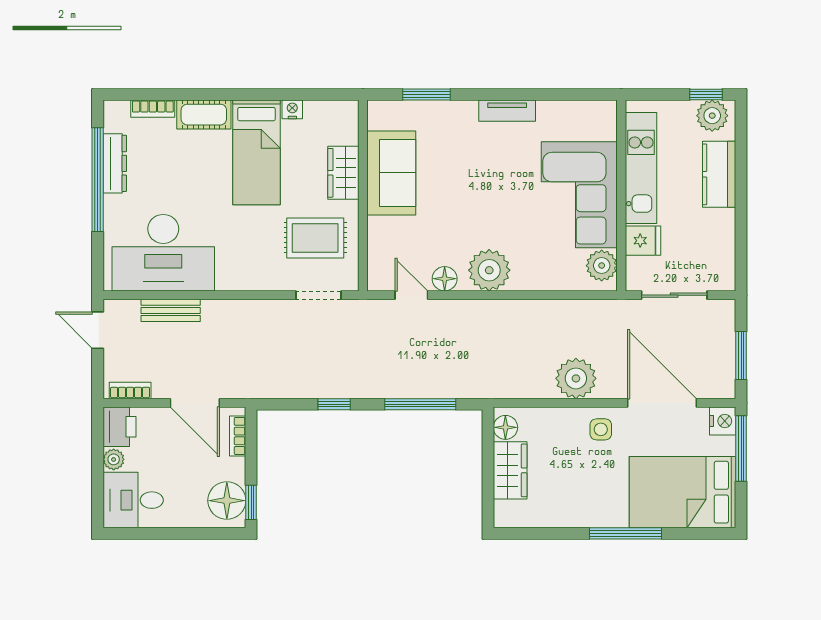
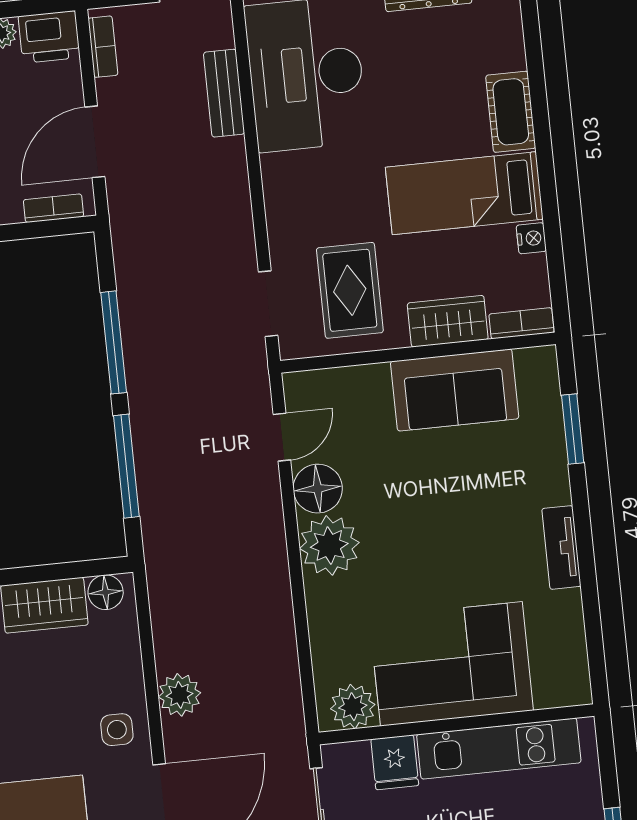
bookcase: (153, 109) -> (522, 323), moved, turned 90
floor lamp: (445, 279) -> (318, 489), width x1.38, depth x1.38
plant: (576, 378) -> (179, 695), width x0.73, depth x0.73
window: (334, 404) -> (114, 342), width x2.17

